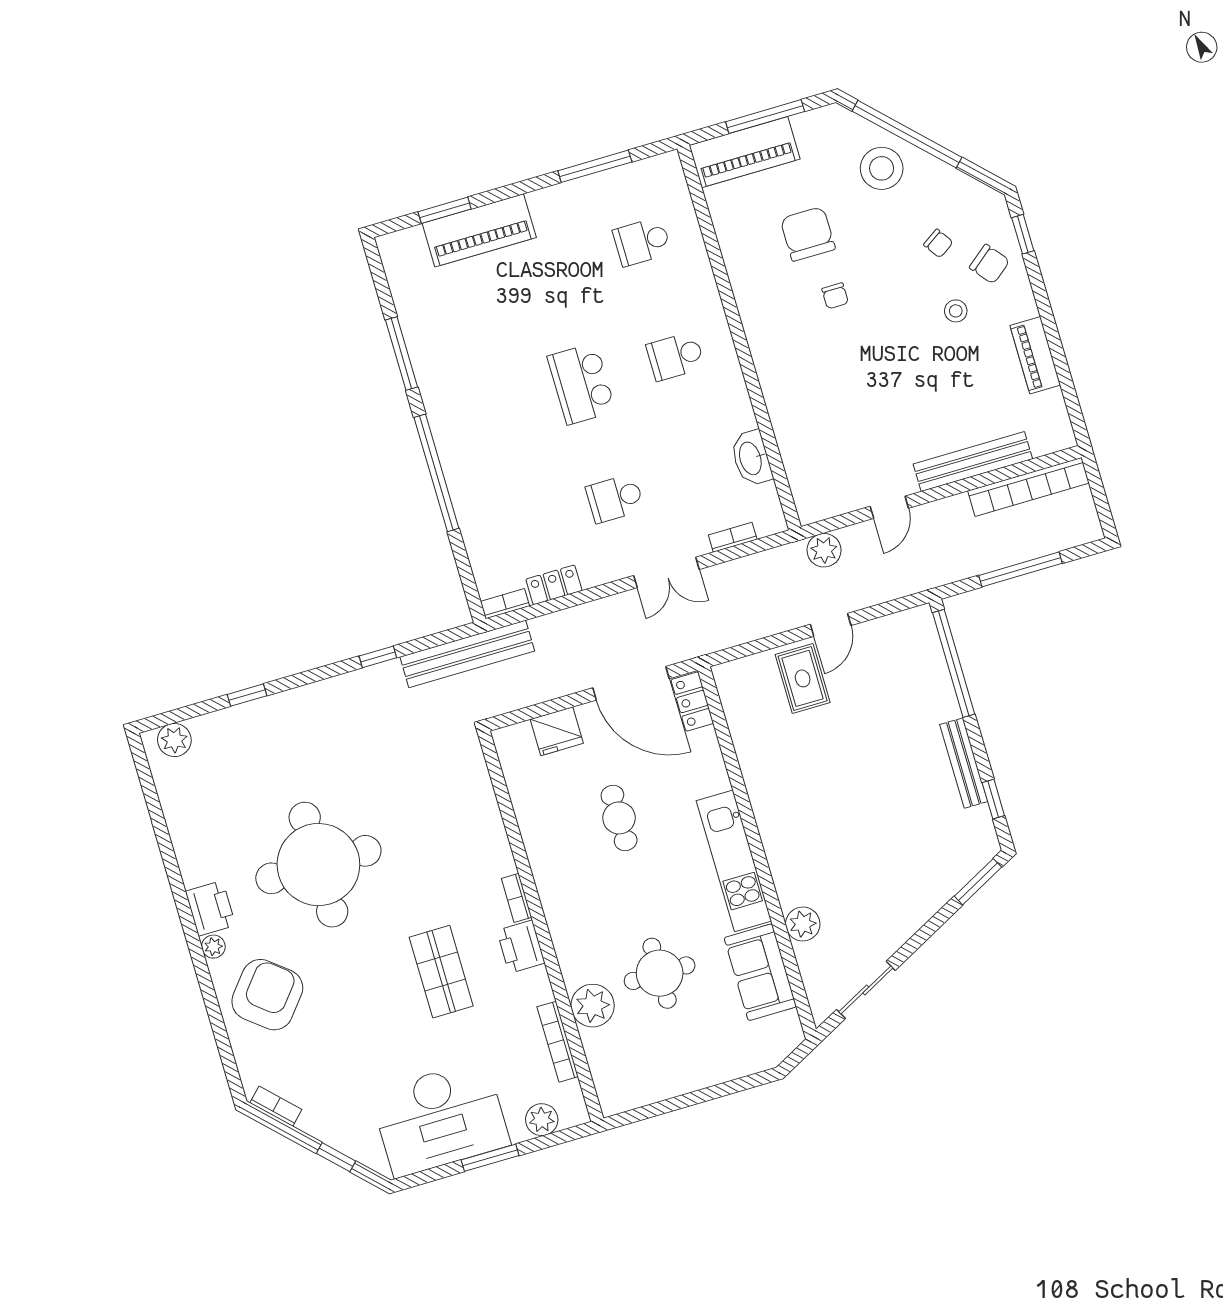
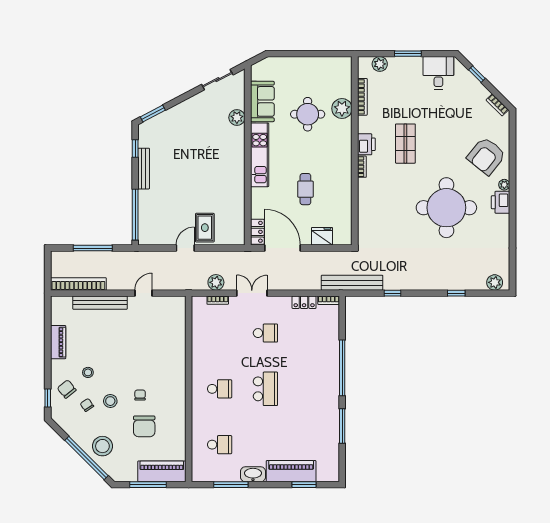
stool: (893, 266) -> (110, 401), added
washbasin: (751, 458) -> (253, 474), moved, turned -90
plant: (824, 550) -> (216, 282), moved
desk: (440, 1118) -> (438, 73), width x0.53, depth x0.77

